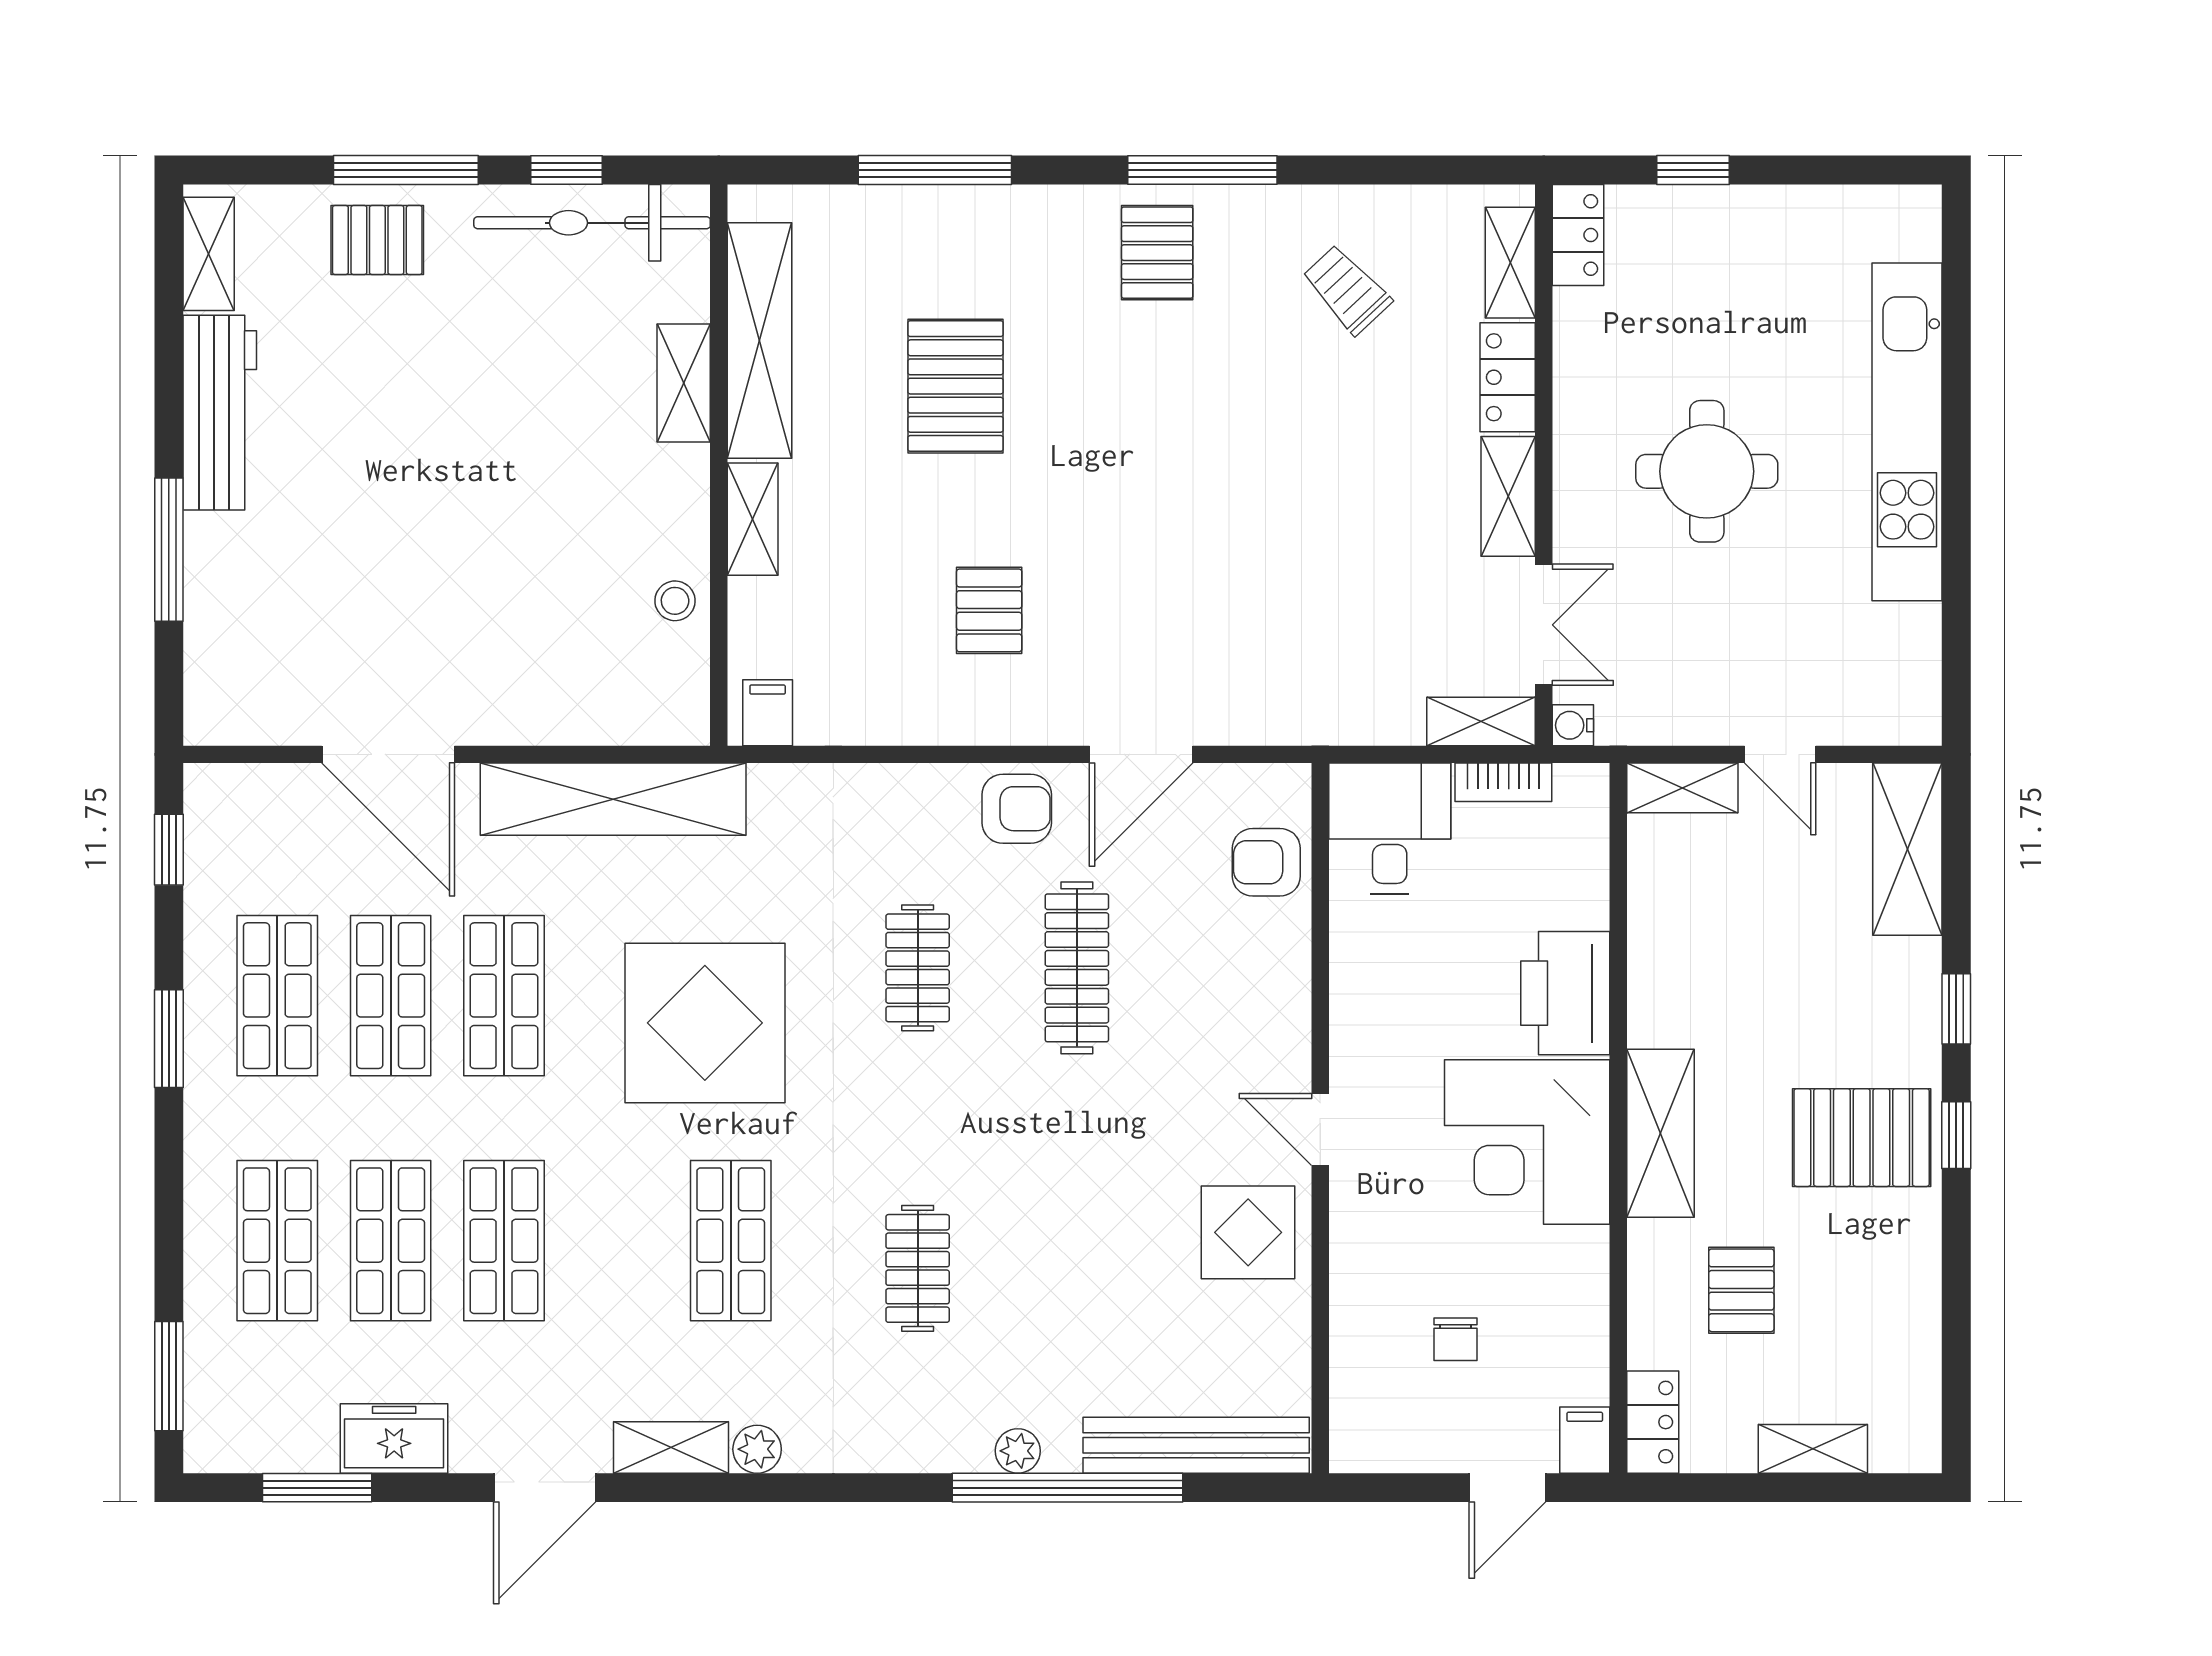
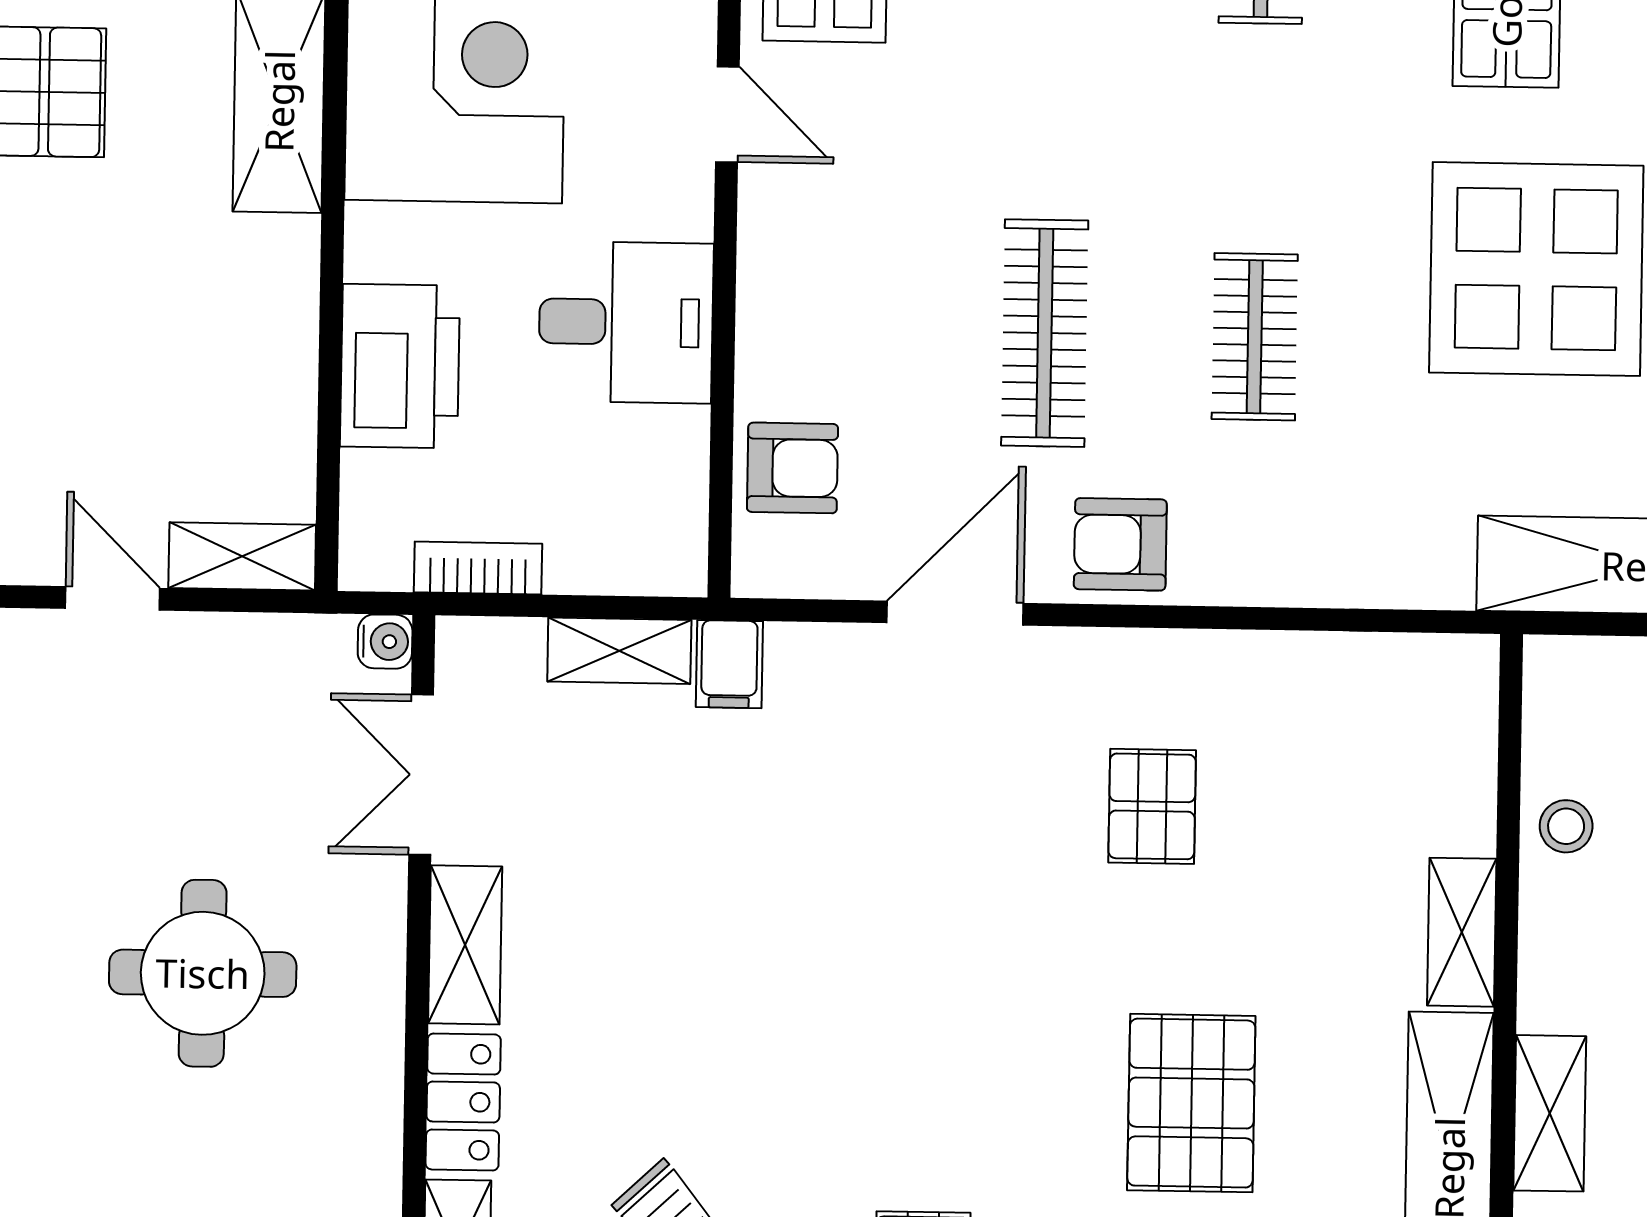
filing cabinet: (768, 713) -> (729, 664), moved
shelving: (1481, 721) -> (619, 651), moved
desk: (1390, 829) -> (626, 322), moved, turned -90
printer: (1565, 993) -> (400, 366), moved

